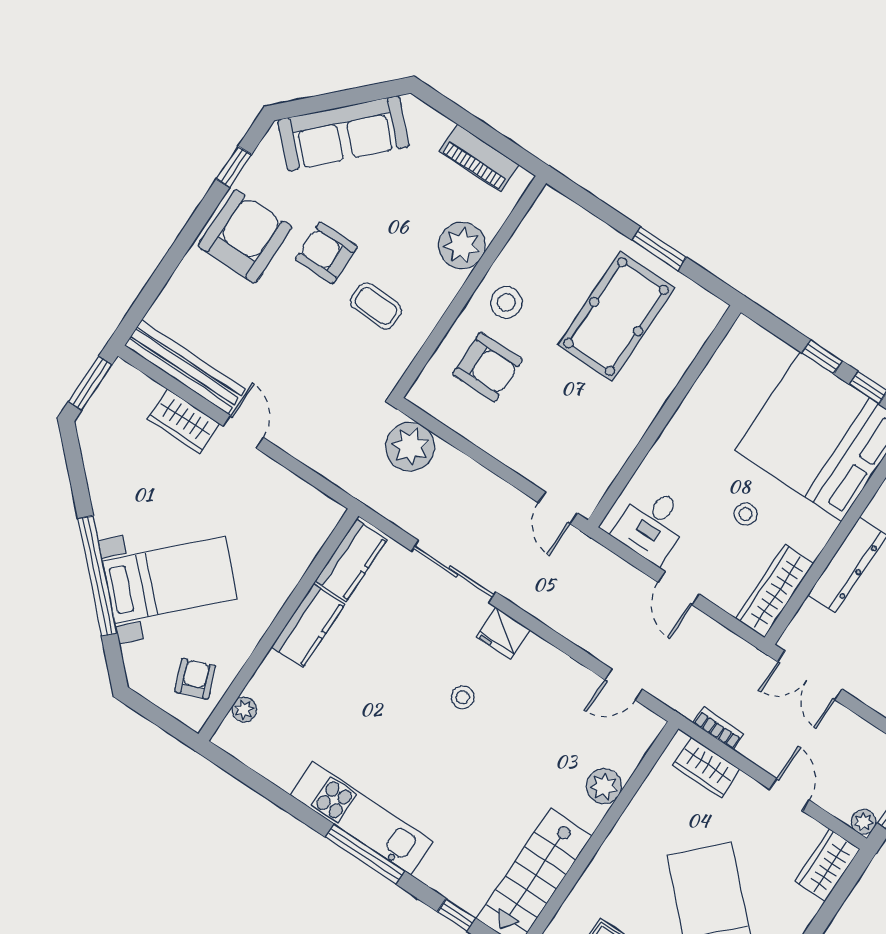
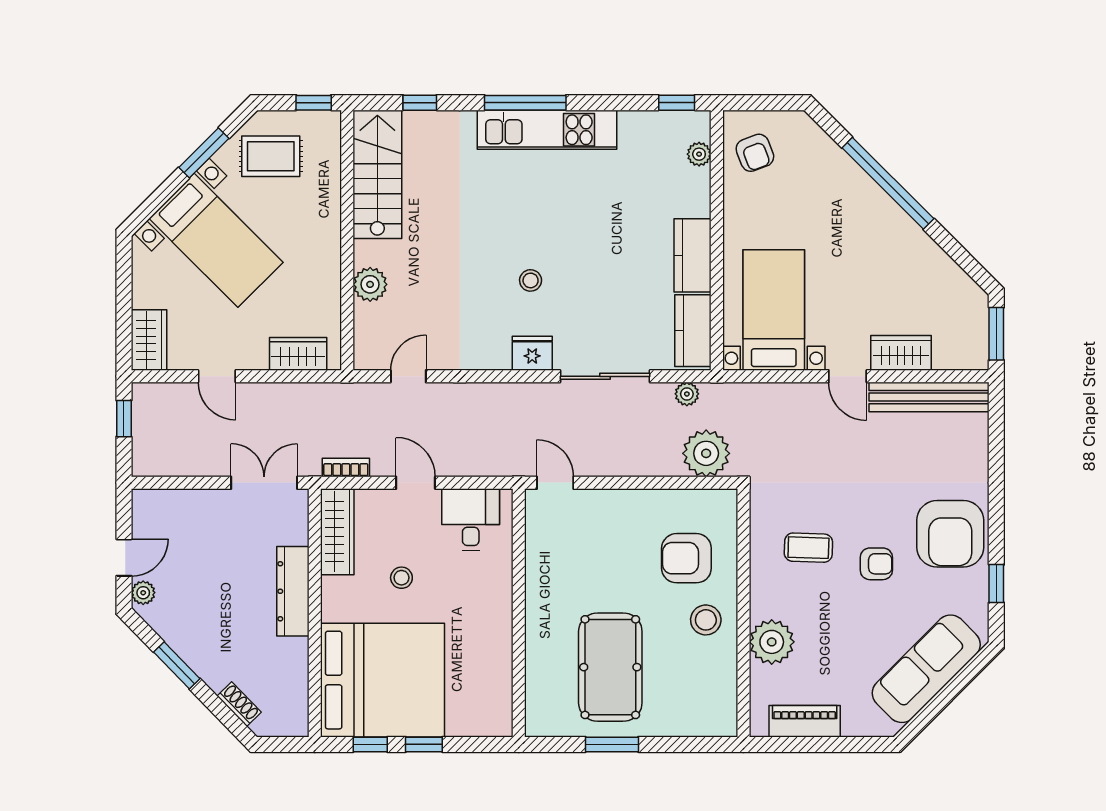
armchair: (326, 253) -> (876, 564), width x0.72, depth x0.72
bed with nightstands: (170, 580) -> (774, 310), moved, turned 135
bookcase: (718, 728) -> (346, 467), moved, turned 180
window: (234, 767) -> (677, 103), added
plant: (864, 822) -> (687, 394), moved

